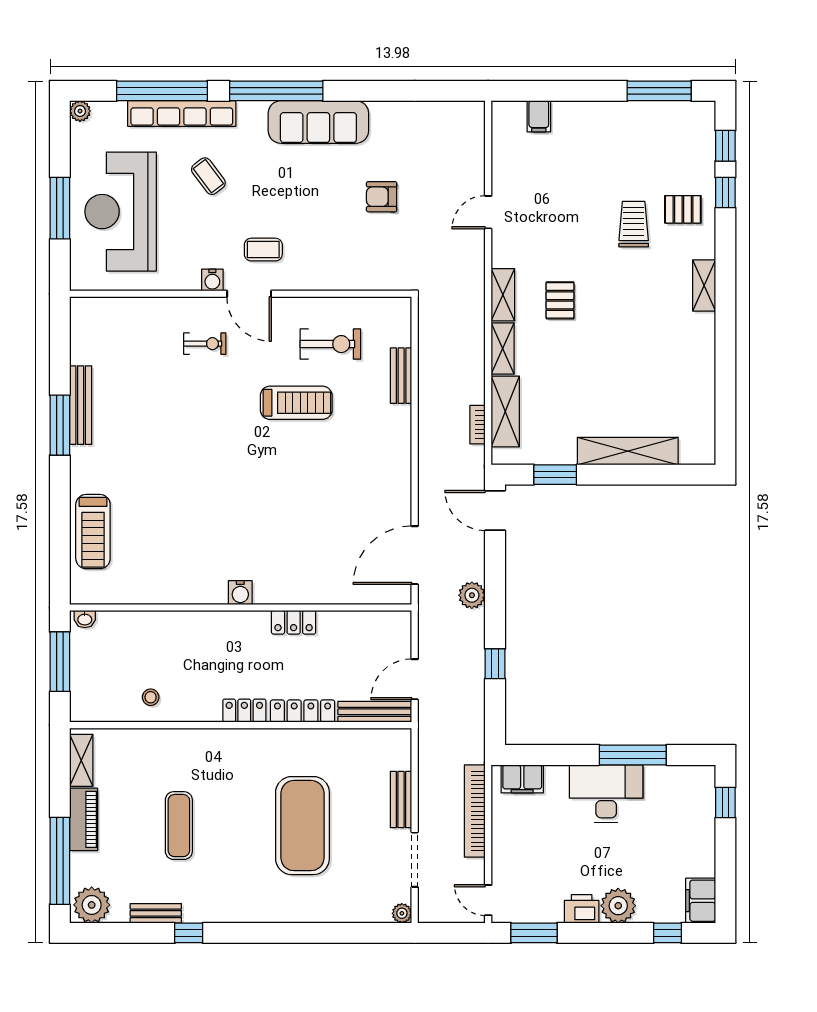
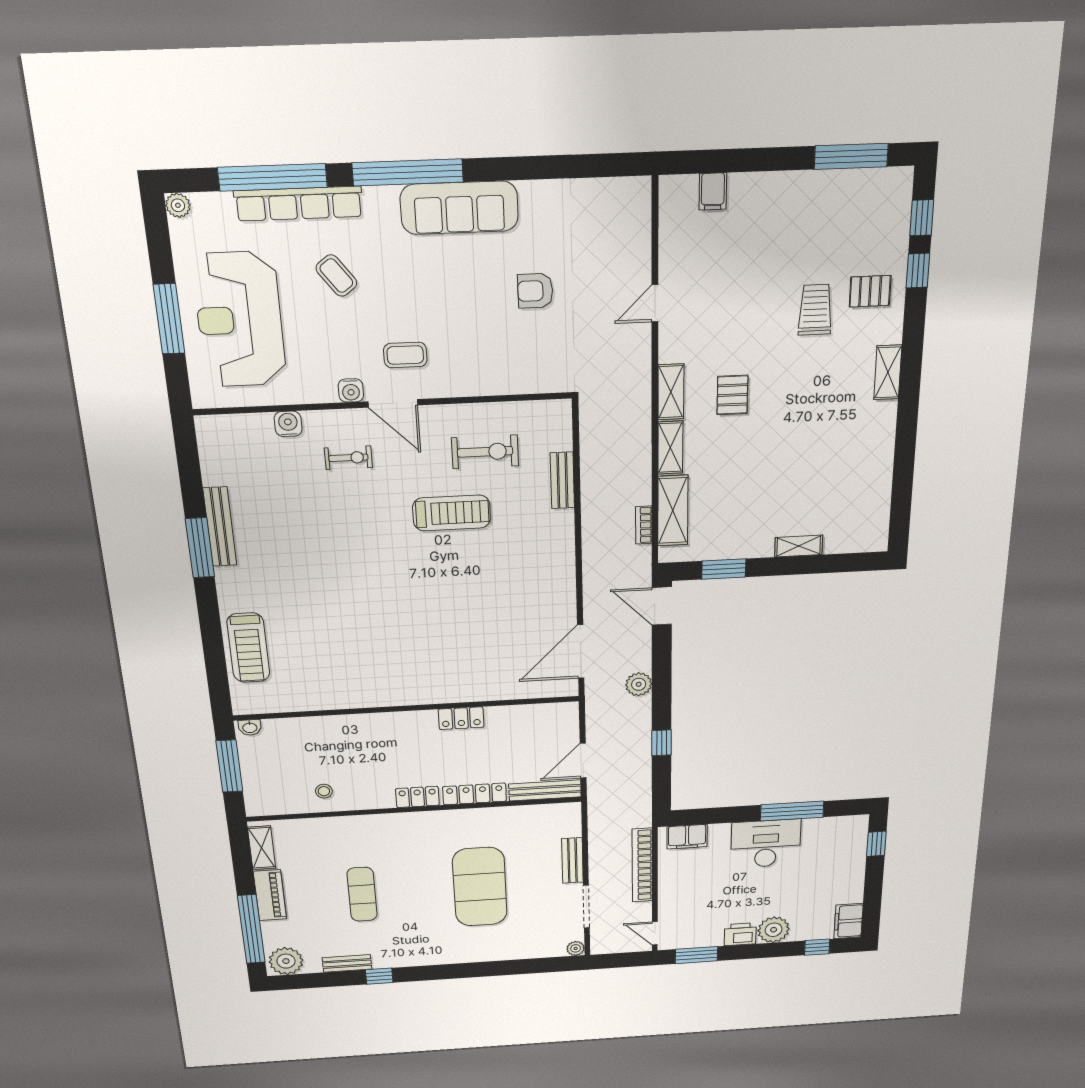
shelving: (628, 451) -> (799, 546), width x0.45, depth x0.75
water cooler: (240, 593) -> (288, 424), moved, turned 180

